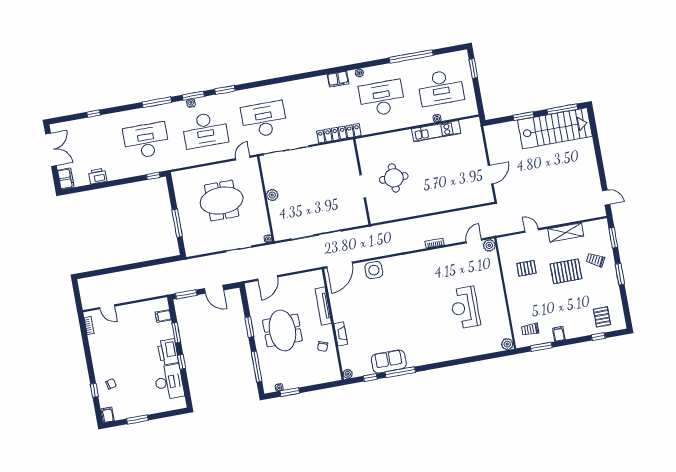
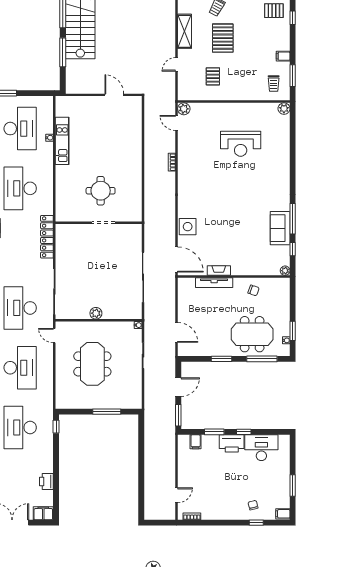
window: (523, 116) -> (63, 52), width x1.44
meeting table: (282, 330) -> (252, 334), moved
fireplace: (341, 334) -> (219, 271), moved

